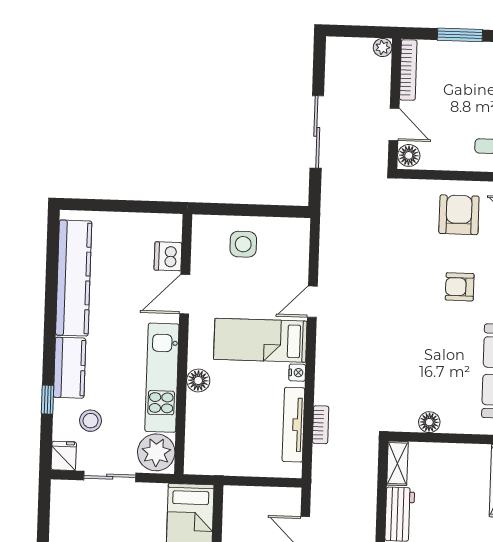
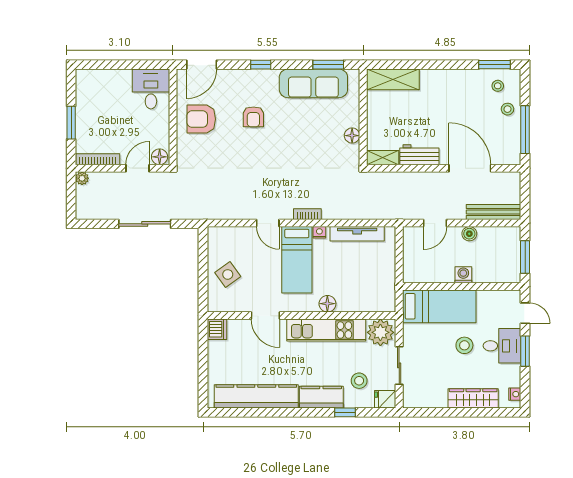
side table: (243, 244) -> (228, 274), turned -36
dishwasher: (168, 256) -> (217, 329), moved, turned -90
bookcase: (321, 425) -> (307, 214), moved

